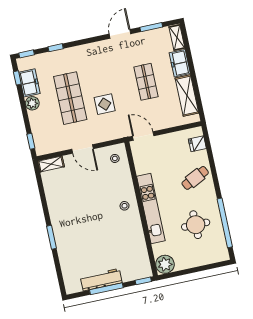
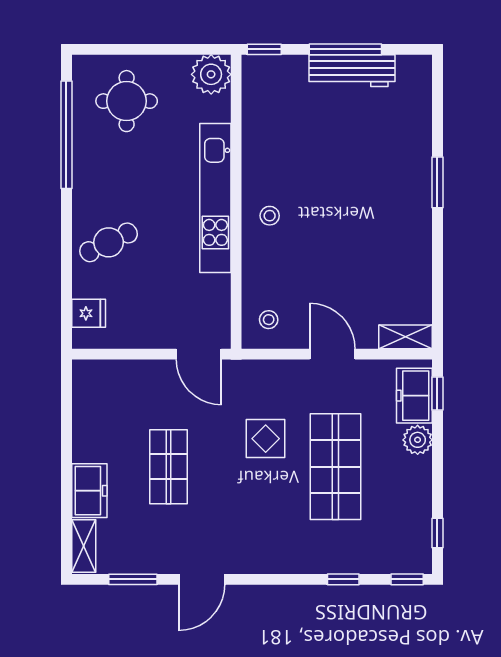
freezer: (29, 83) -> (414, 396), moved
shelving: (187, 96) -> (89, 419), removed
plant: (32, 103) -> (418, 440), moved
round table: (196, 225) -> (127, 101), moved

